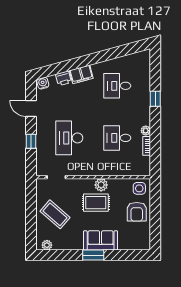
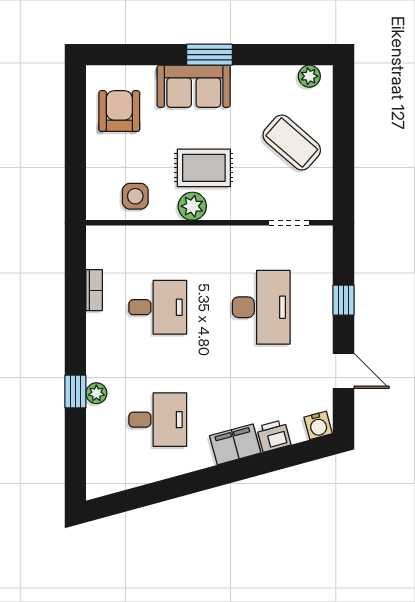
plant: (146, 131) -> (96, 393), moved
side table: (139, 188) -> (135, 196), moved
armchair: (137, 212) -> (119, 111), moved

